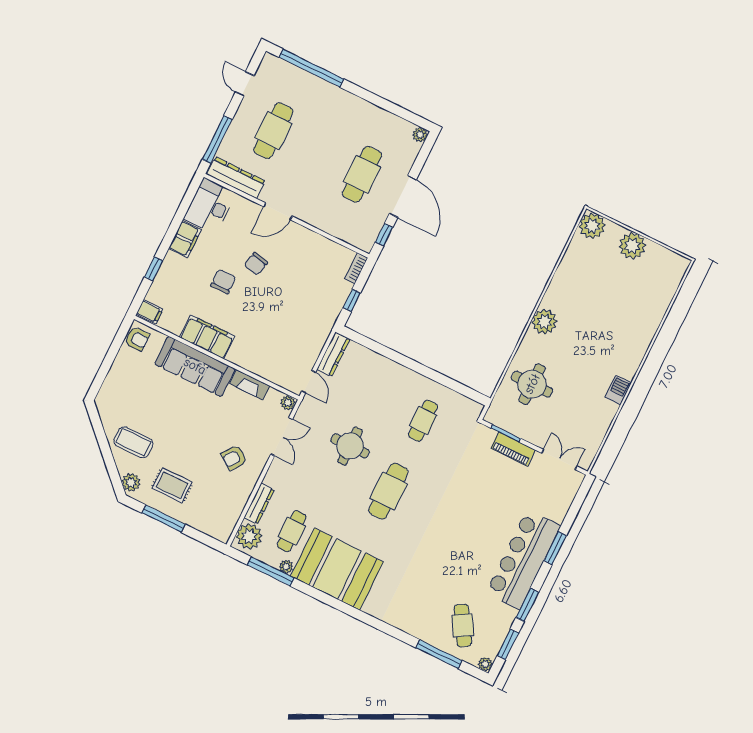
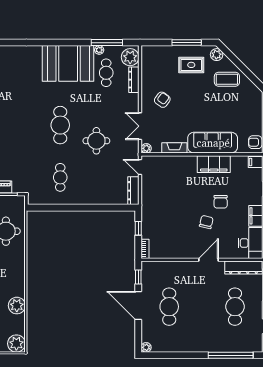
plant: (544, 322) -> (17, 306), moved

